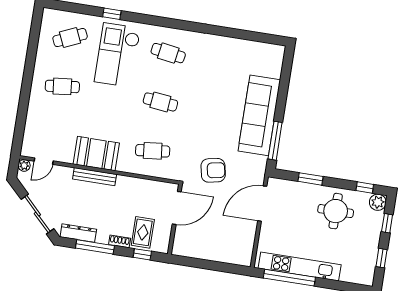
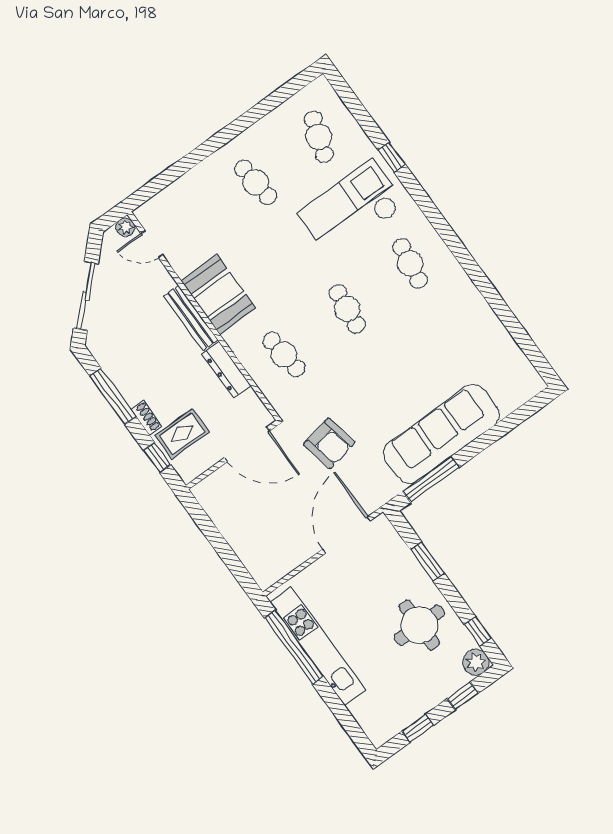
cafe table: (70, 38) -> (319, 137), turned 42
door: (262, 204) -> (346, 535), hinge flipped
dresser: (78, 233) -> (226, 370), moved, turned 180

